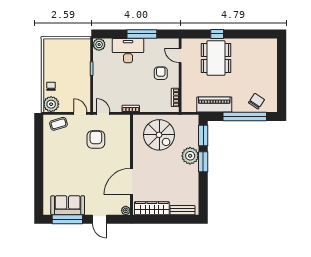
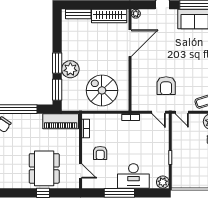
piano: (214, 104) -> (61, 121), moved

